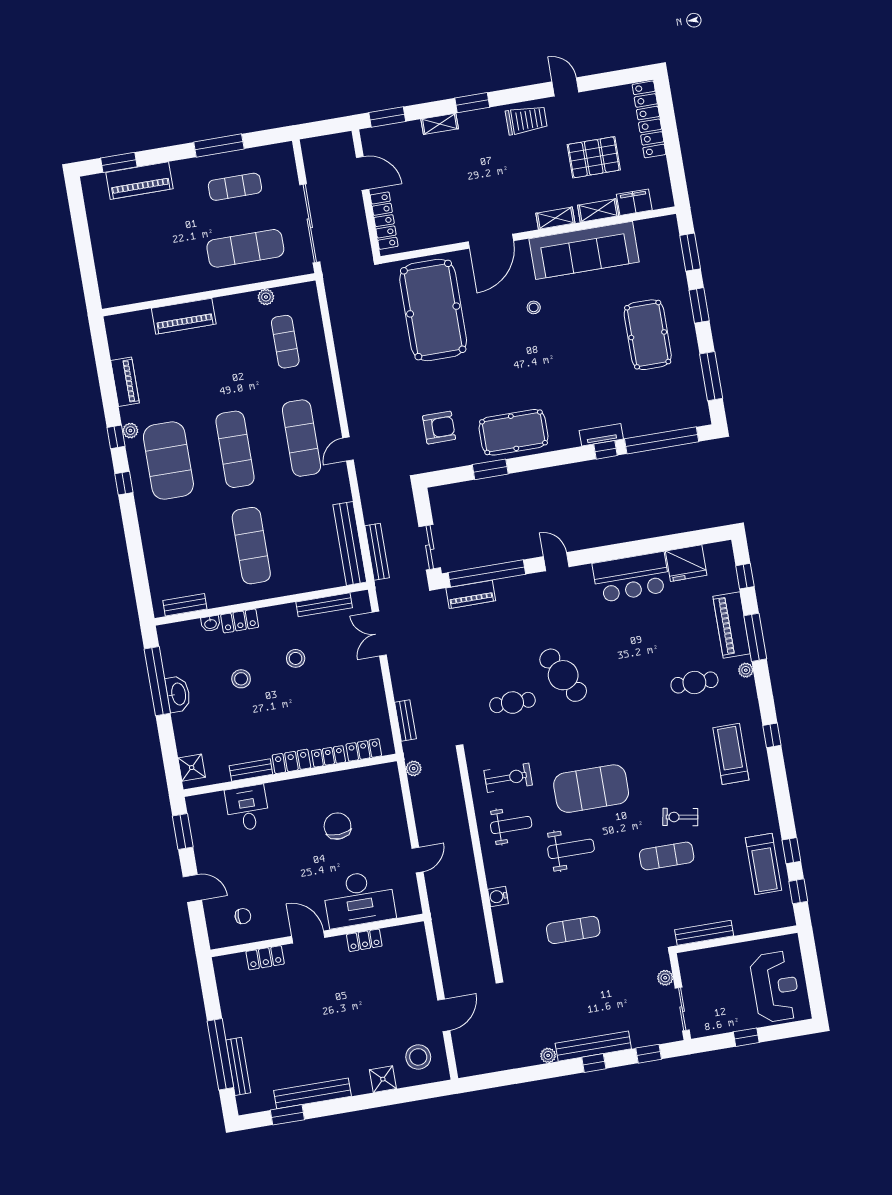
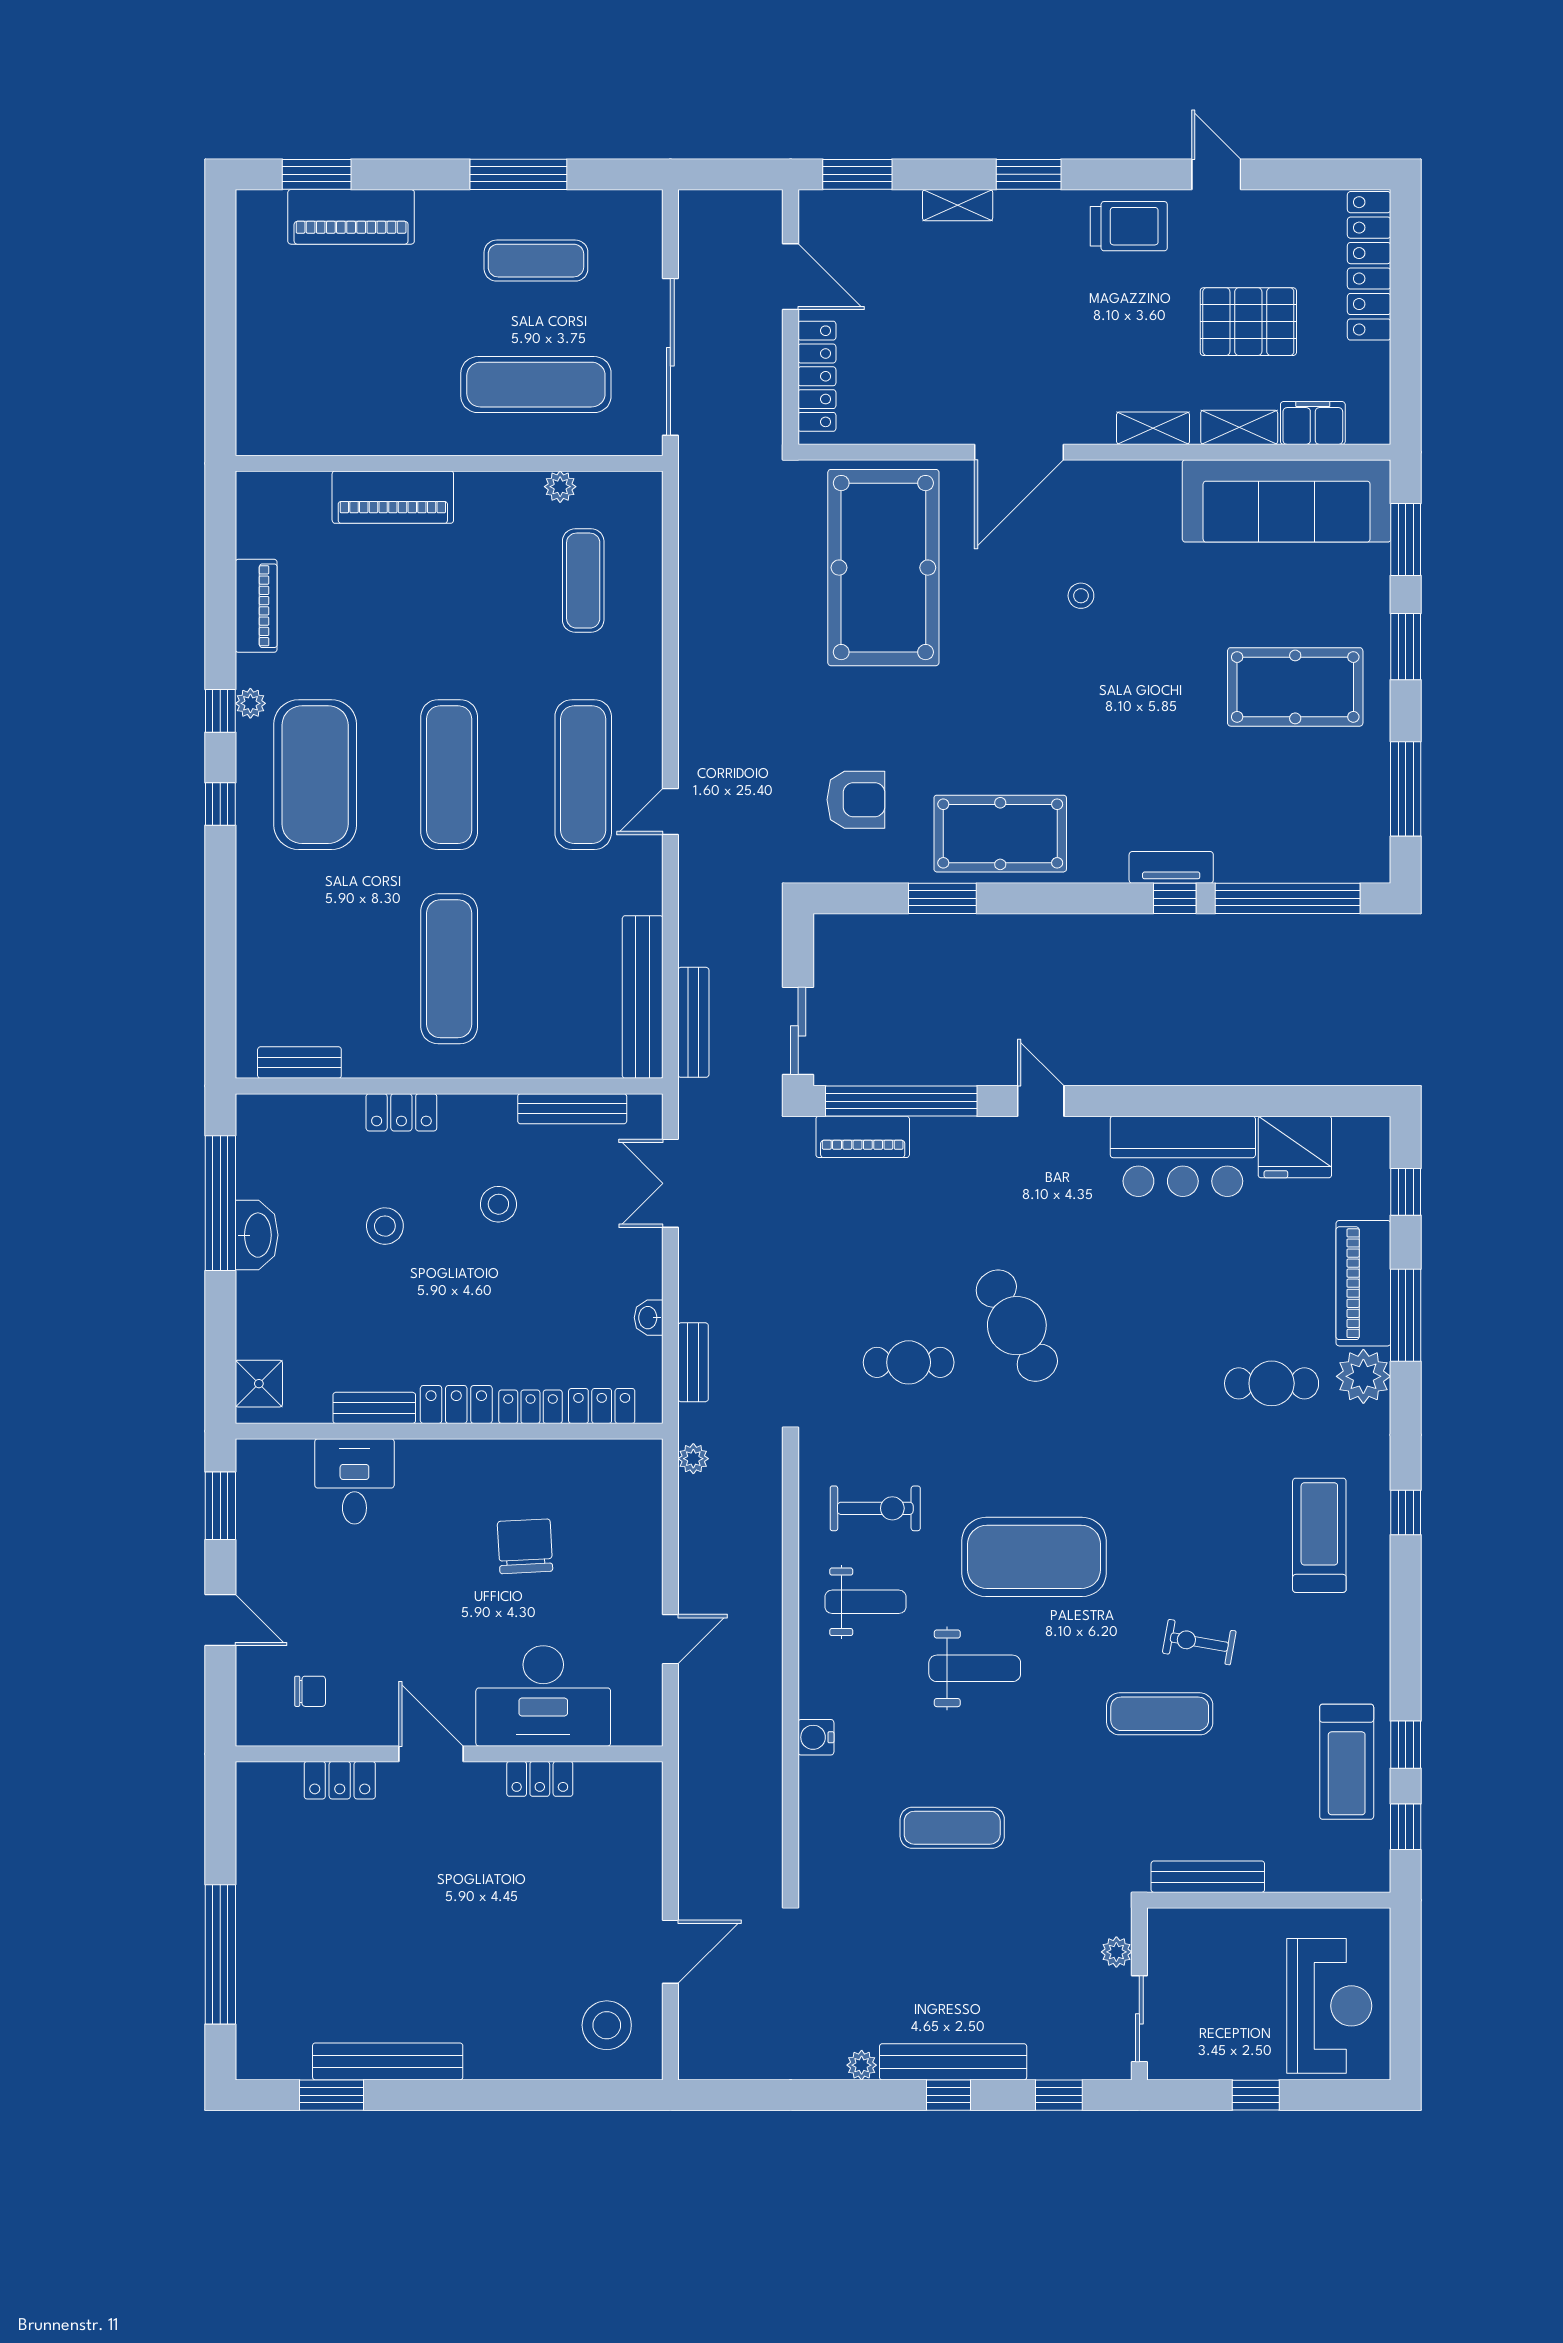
sofa: (584, 250) -> (1287, 501), moved
pool table: (648, 335) -> (1295, 687), turned 90
washbasin: (211, 624) -> (649, 1318), moved, turned 90
plant: (746, 670) -> (1363, 1376), width x1.88, depth x1.88
bench: (238, 1066) -> (251, 1984), removed
shower: (383, 1079) -> (530, 2057), removed

